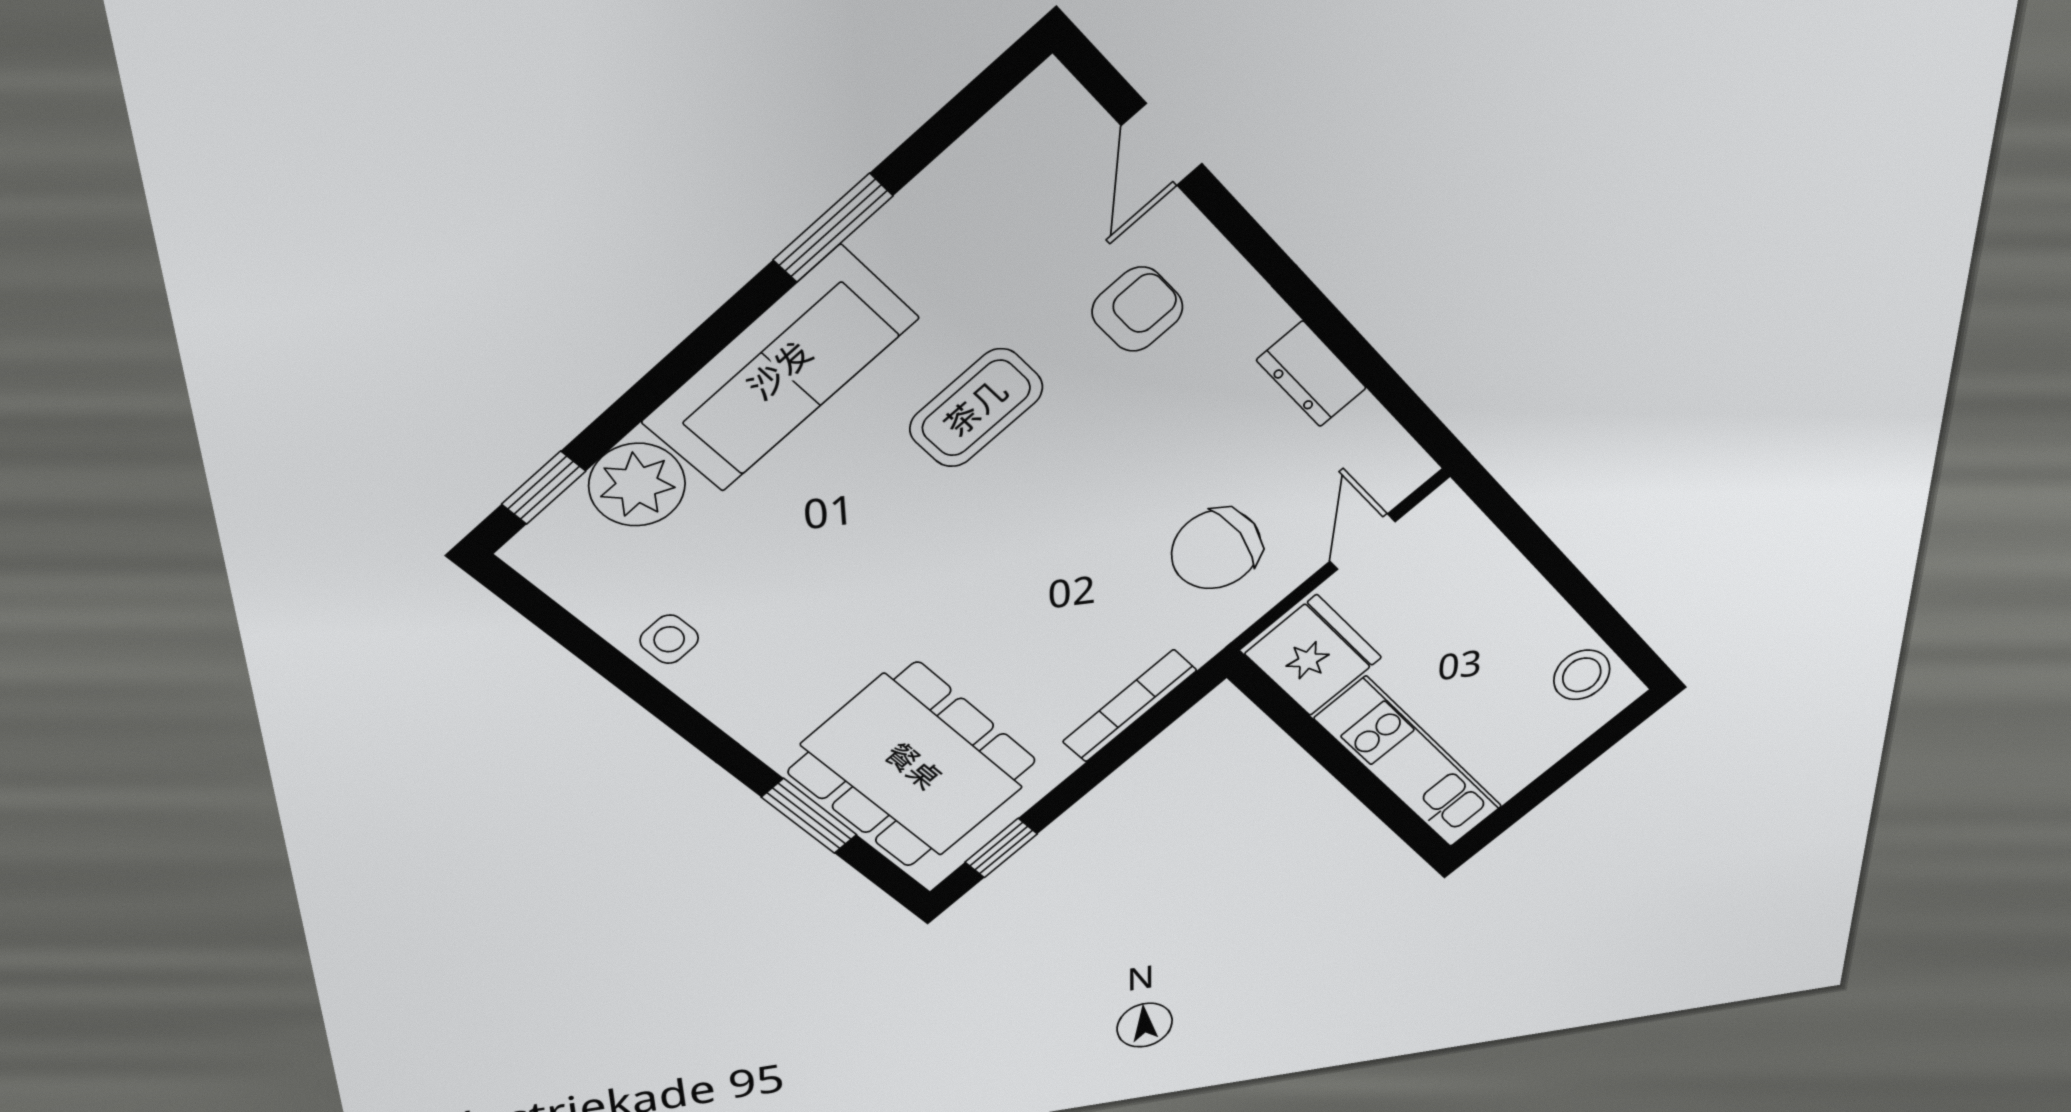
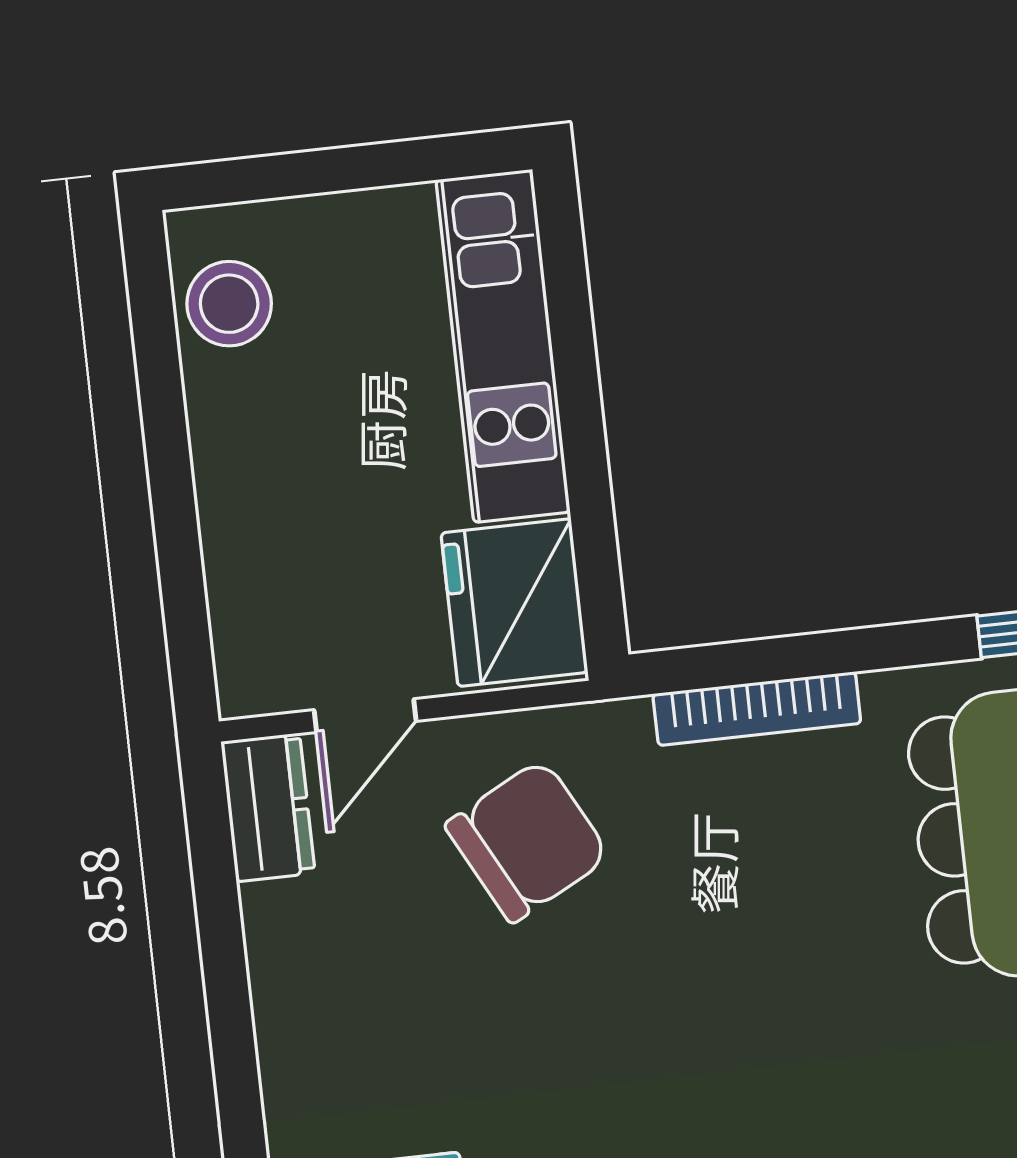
dresser: (1312, 374) -> (268, 807), moved
chair: (1216, 549) -> (527, 841), turned -35

